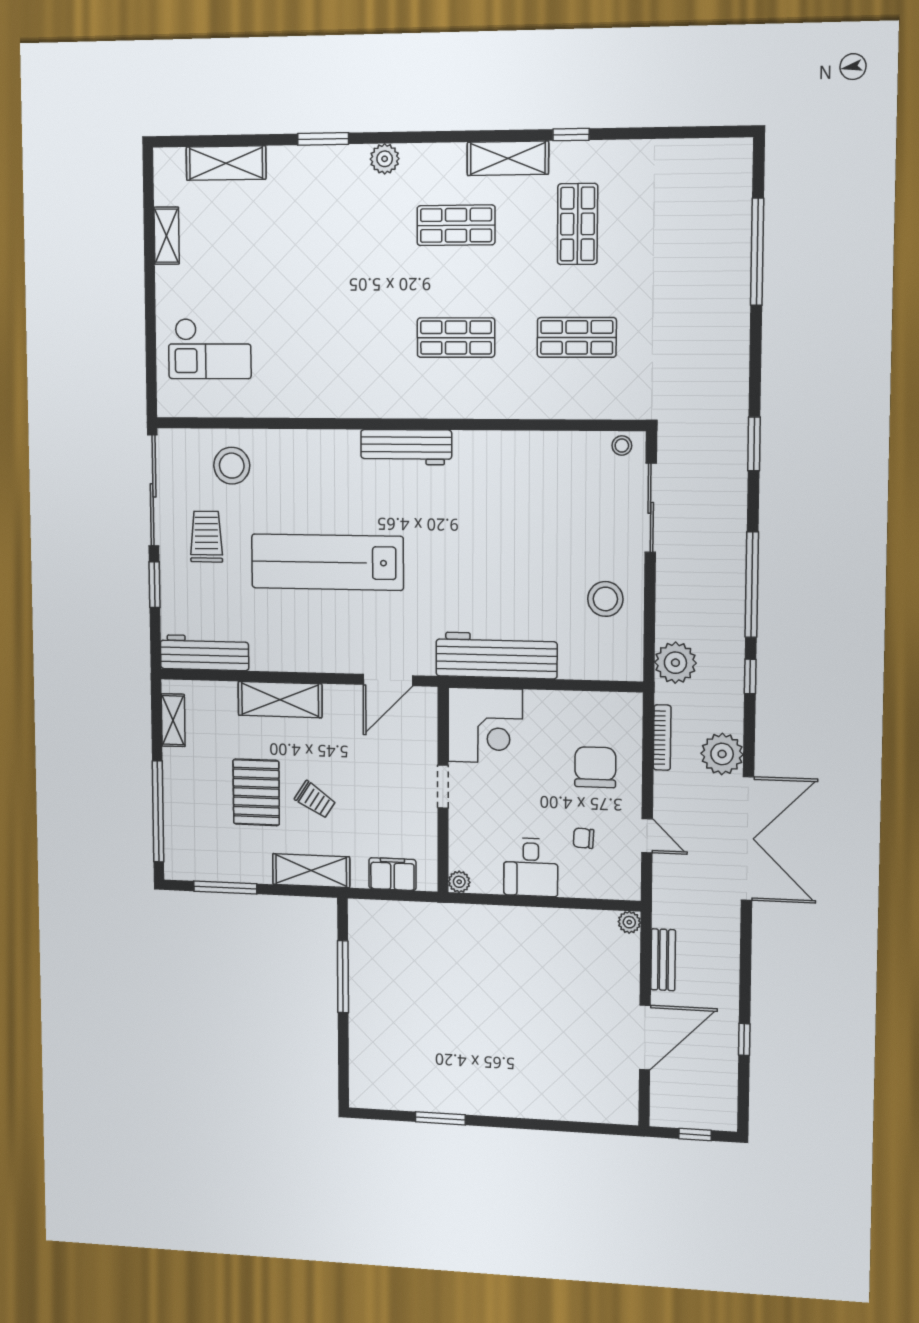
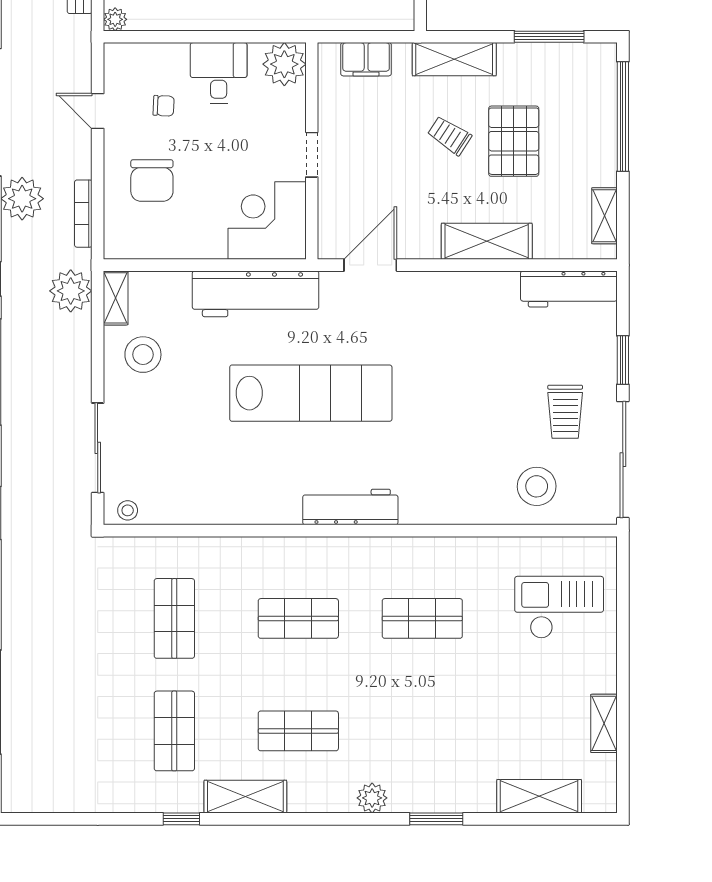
shop shelf: (577, 337) -> (174, 618), turned 90
shop shelf: (337, 338) -> (422, 618), added
lab bench: (327, 562) -> (311, 393), moved
shelving: (632, 655) -> (116, 298), added
plant: (459, 882) -> (284, 64), width x1.87, depth x1.87

